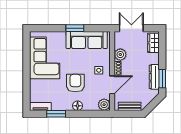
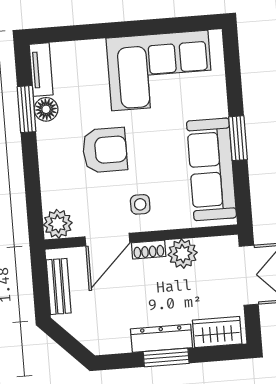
dresser: (154, 77) -> (161, 338), moved
window: (162, 79) -> (166, 357), moved
door: (112, 85) -> (107, 240), hinge flipped
floor lamp: (78, 106) -> (46, 109), moved

